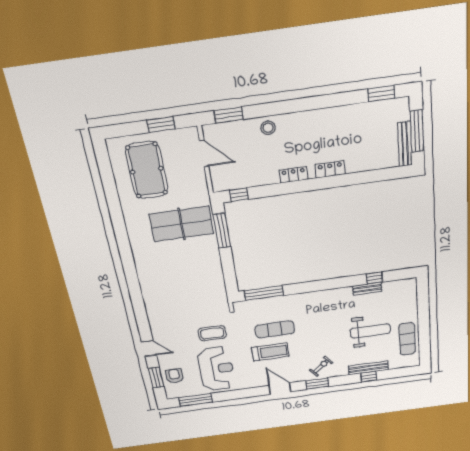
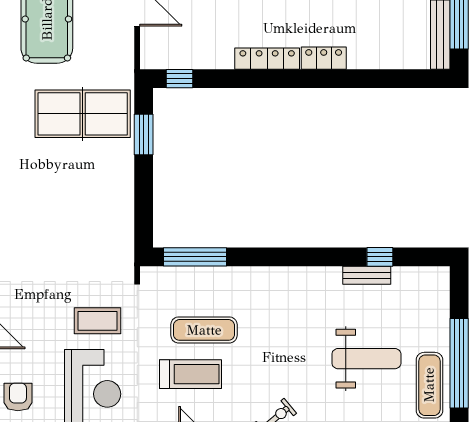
locker: (294, 175) -> (267, 59), width x1.53
window: (222, 231) -> (144, 135), width x0.69
window: (424, 326) -> (459, 363), added

